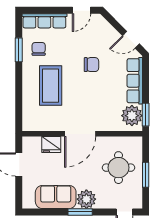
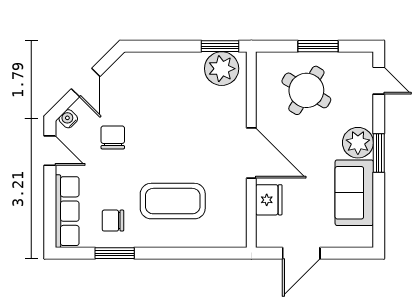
water cooler: (101, 21) -> (68, 119), added
door: (131, 40) -> (86, 83), moved
chair: (91, 65) -> (113, 137), moved
row of seats: (135, 81) -> (165, 64), removed
round table: (118, 168) -> (306, 90), turned 31

